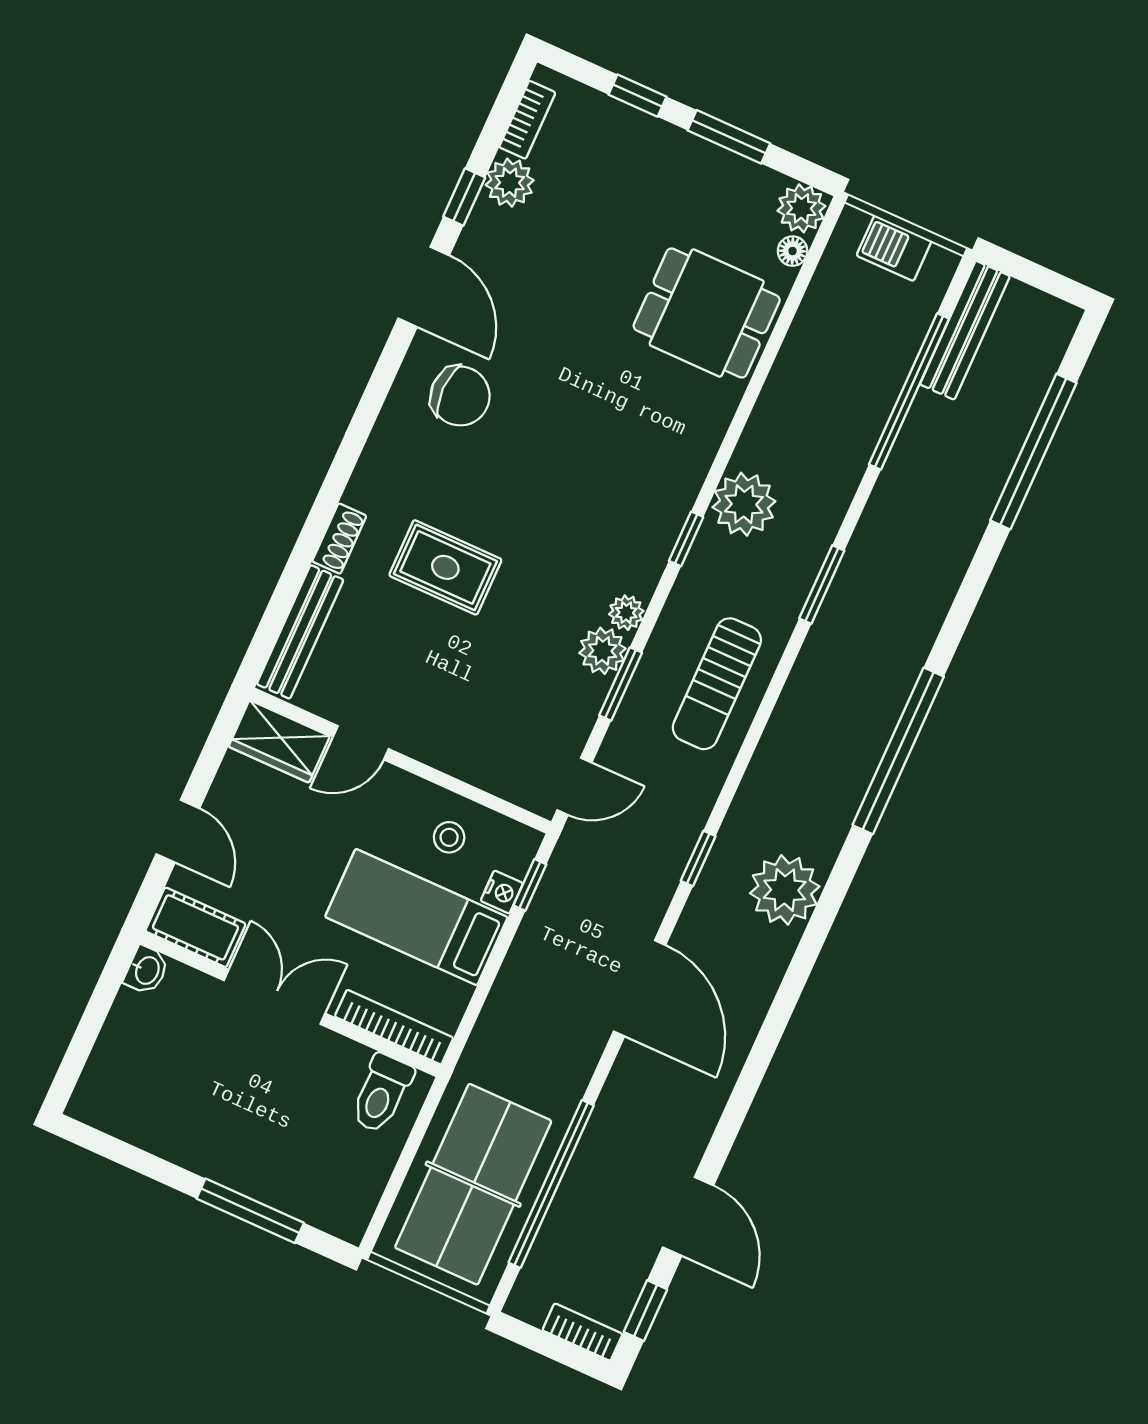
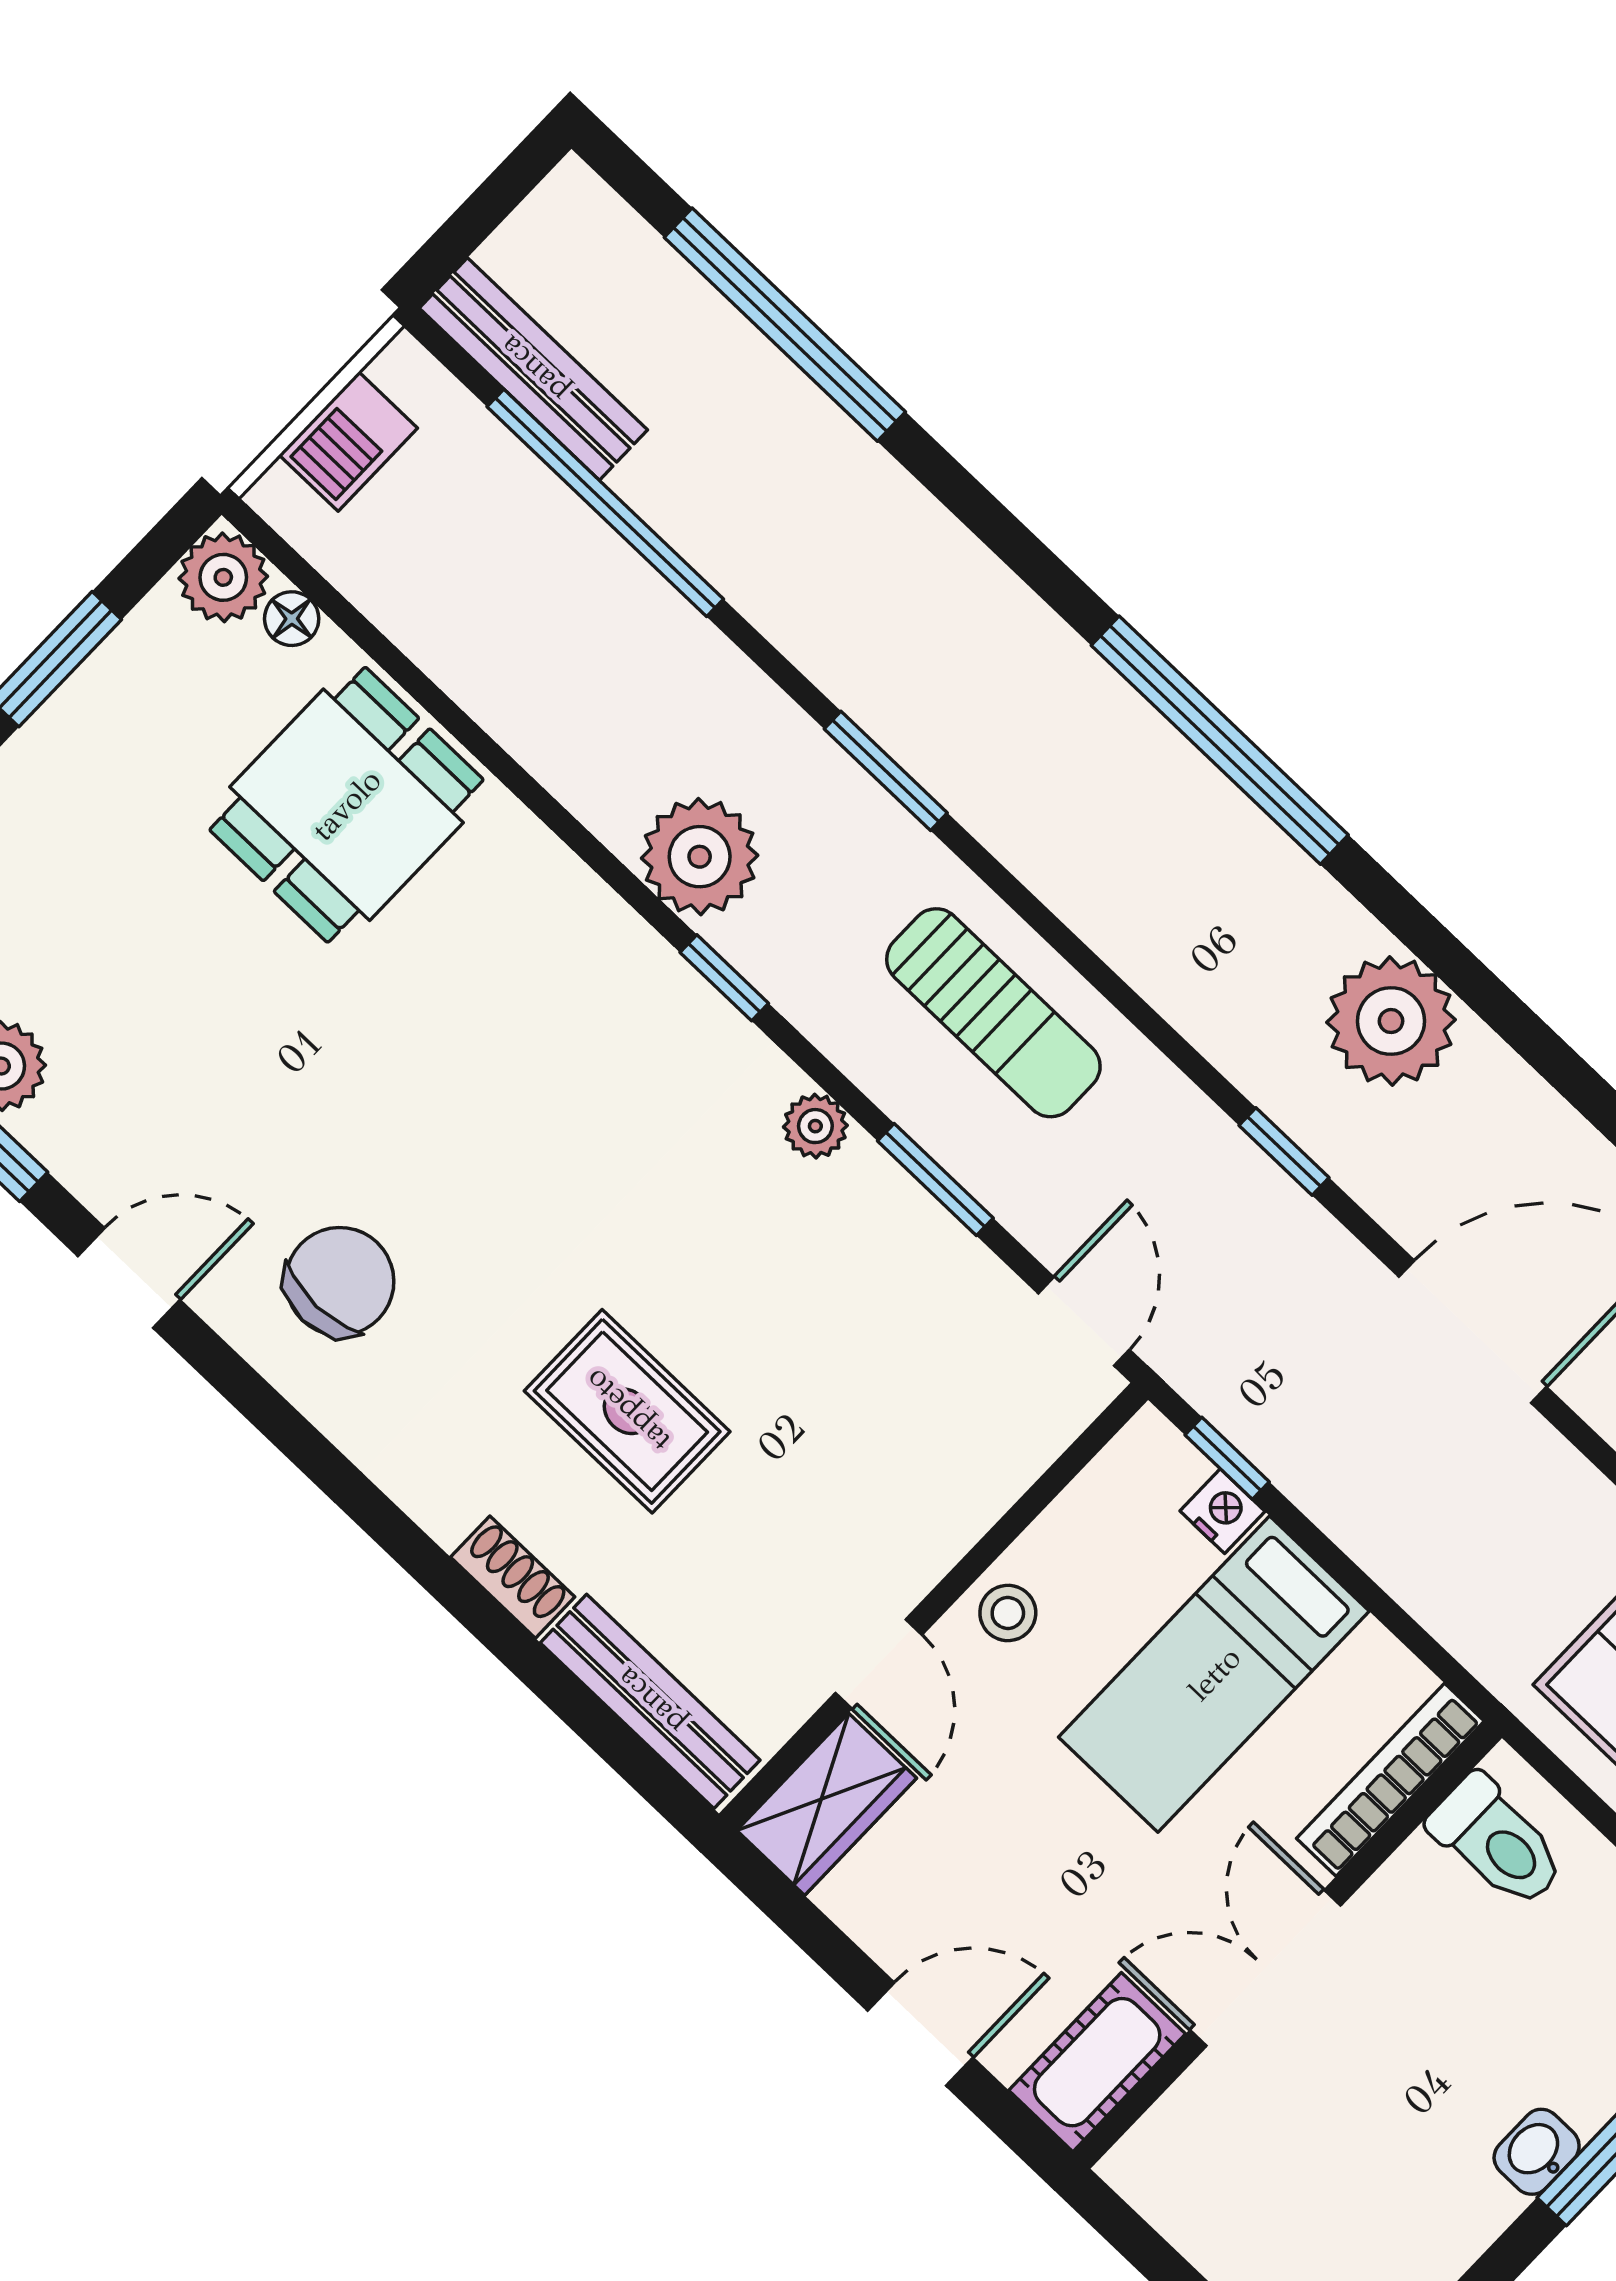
door: (424, 287) -> (129, 1278), width x0.73
rug: (445, 567) -> (627, 1411), turned 90
plant: (602, 651) -> (867, 1190), removed
stool: (449, 837) -> (1008, 1613), moved
washbasin: (146, 970) -> (1537, 2152), moved, turned -90

